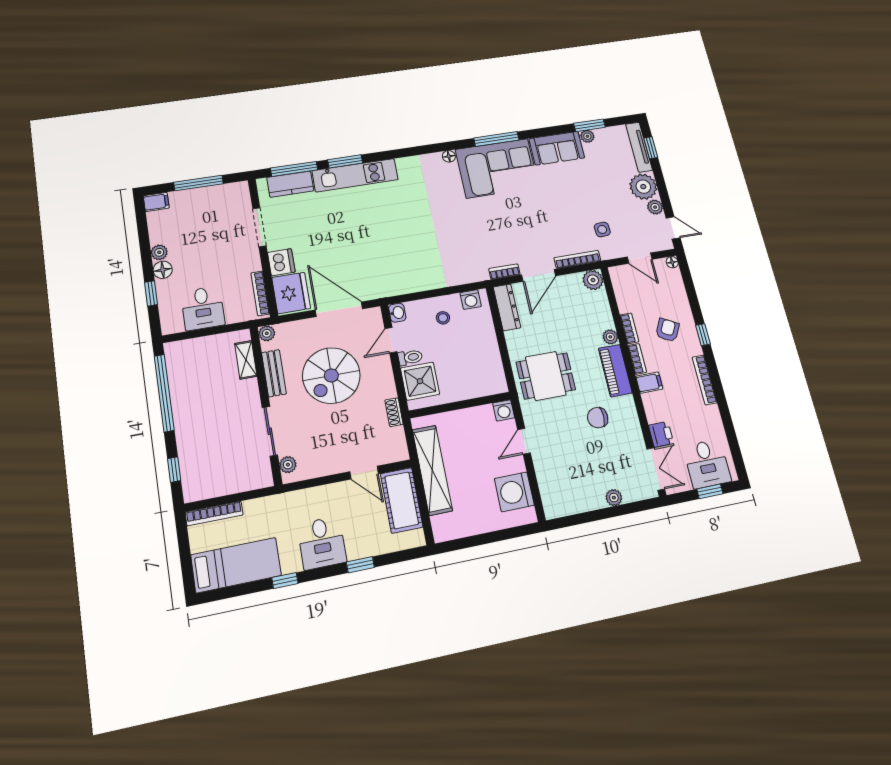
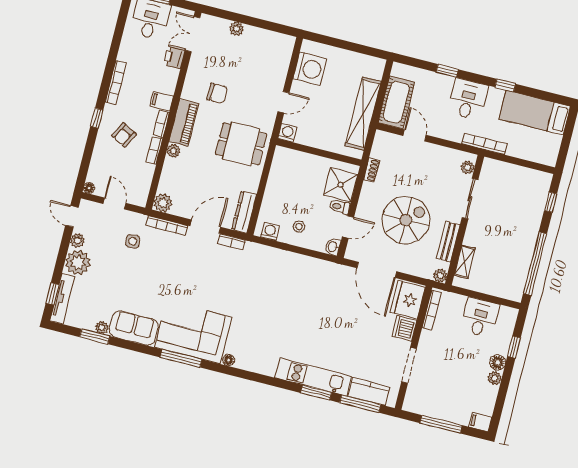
bookcase: (214, 514) -> (485, 144), moved

